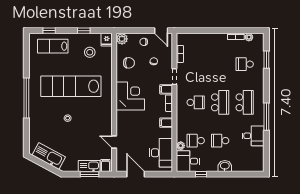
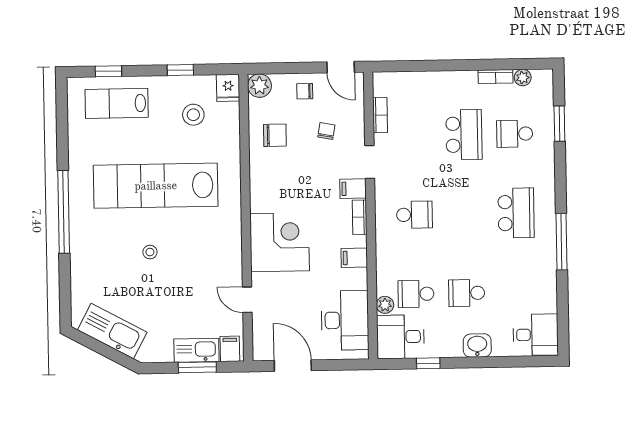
corner desk: (130, 96) -> (280, 242), moved
school desk: (220, 102) -> (464, 135), moved
desk: (253, 136) -> (536, 335), moved

